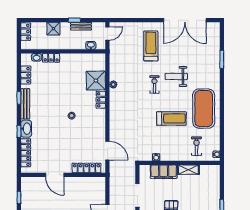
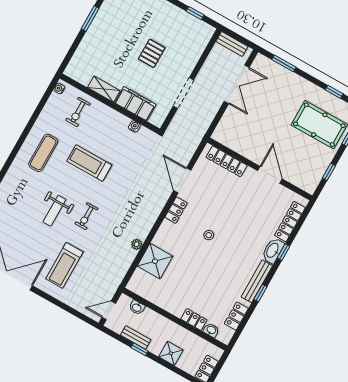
weight bench: (176, 76) -> (54, 211), turned 90
locker: (101, 100) -> (176, 210), moved
exercise mat: (204, 109) -> (43, 153), width x0.50, depth x0.69
door: (107, 151) -> (182, 180), moved

